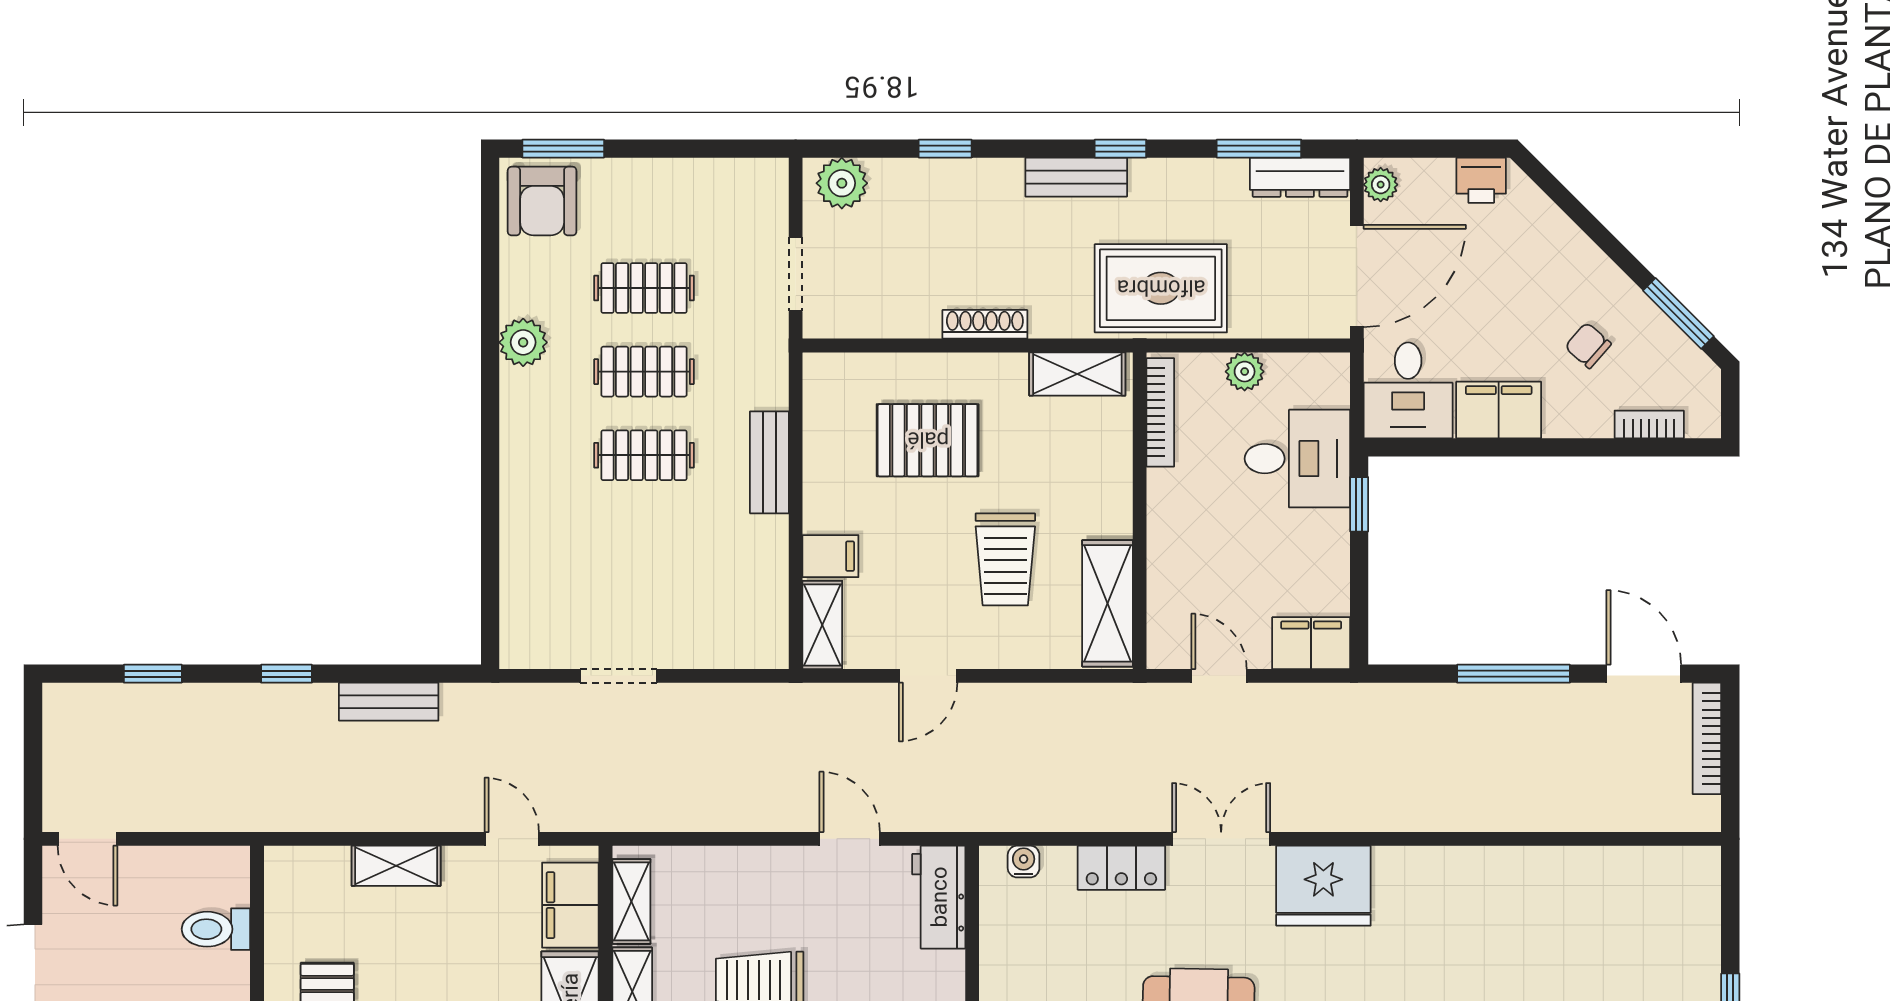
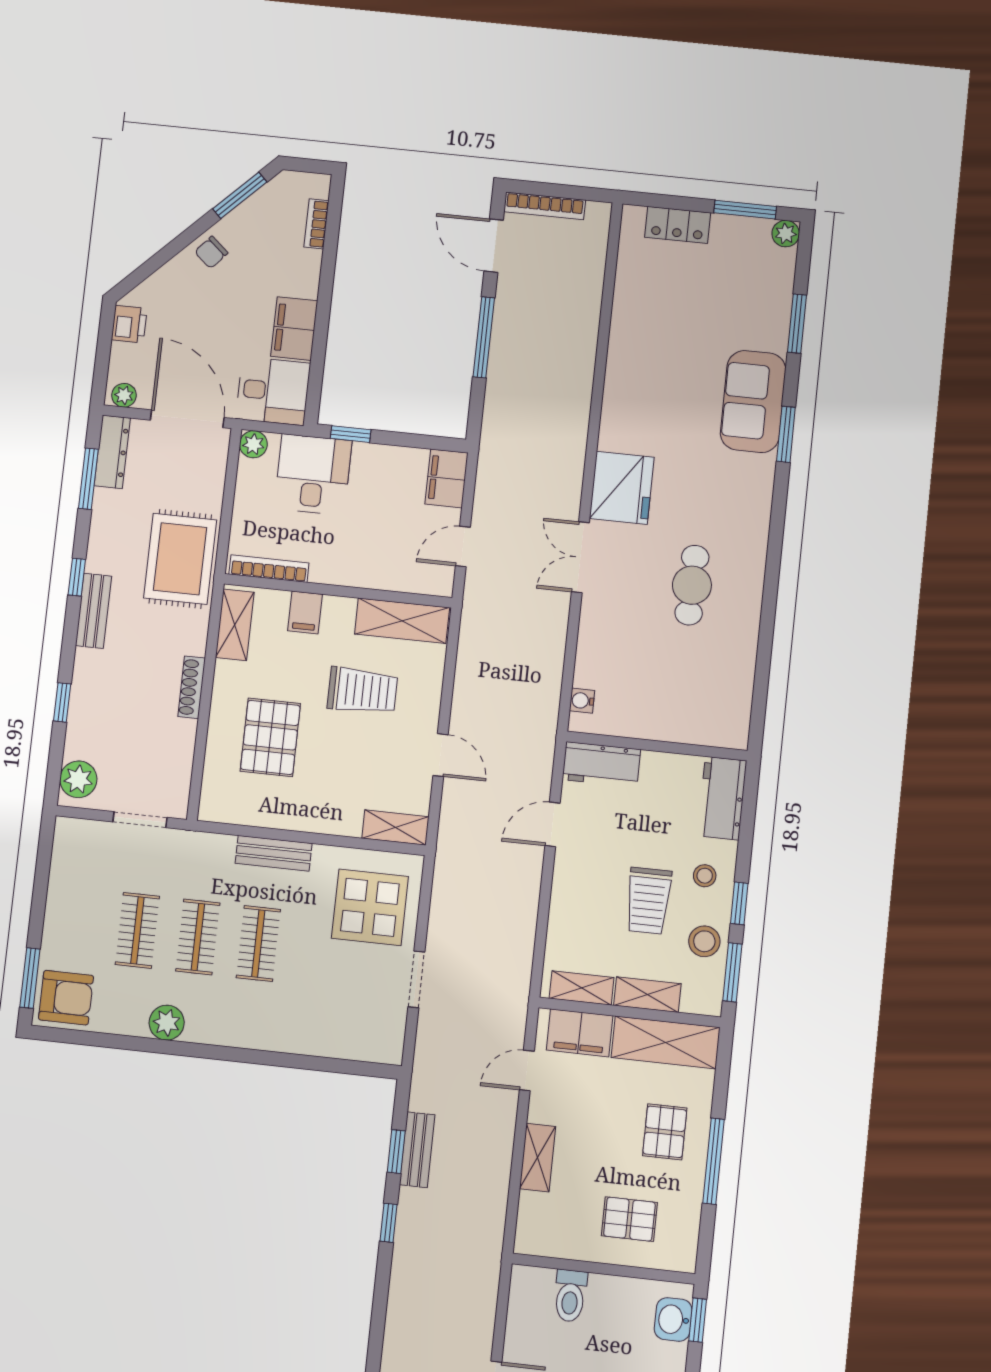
chair: (1588, 345) -> (211, 252), moved
plant: (1245, 372) -> (253, 444), moved
filing cabinet: (830, 556) -> (305, 612), moved, turned 180
display table: (710, 602) -> (370, 907), added
window: (153, 674) -> (396, 1152), moved
door: (1644, 674) -> (494, 246), hinge flipped
locker: (1121, 868) -> (678, 225), moved, turned 90

